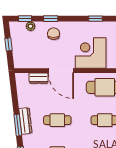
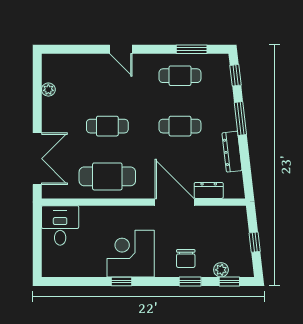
corner desk: (91, 53) -> (131, 254), moved, turned 180
dresser: (25, 121) -> (232, 152), moved

